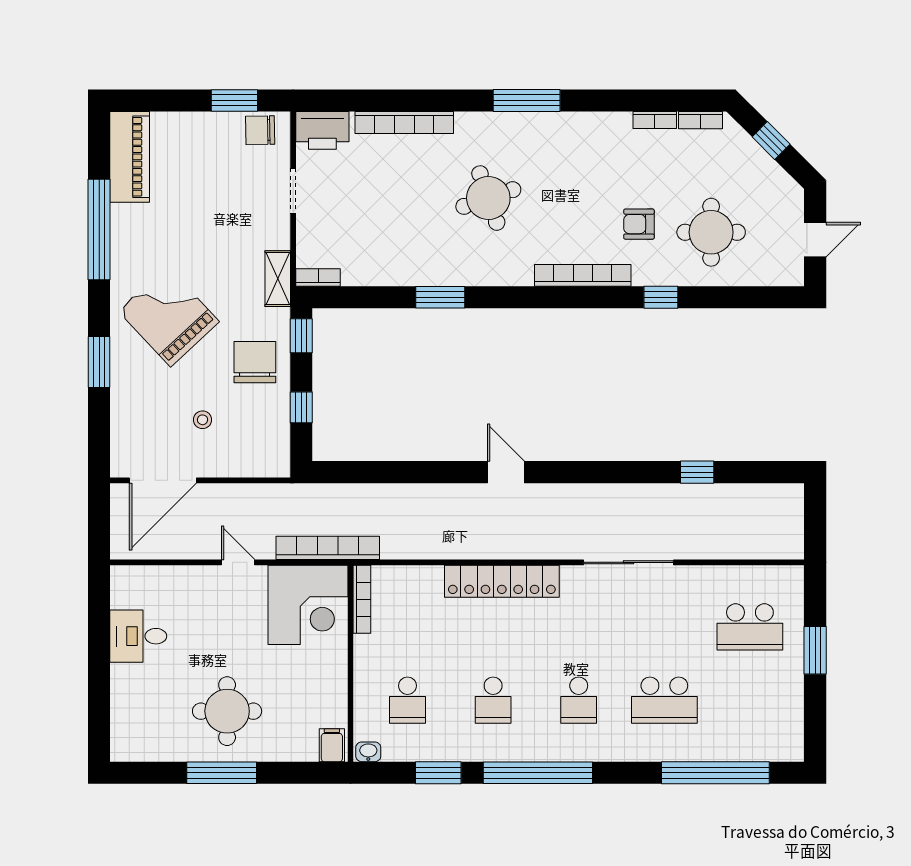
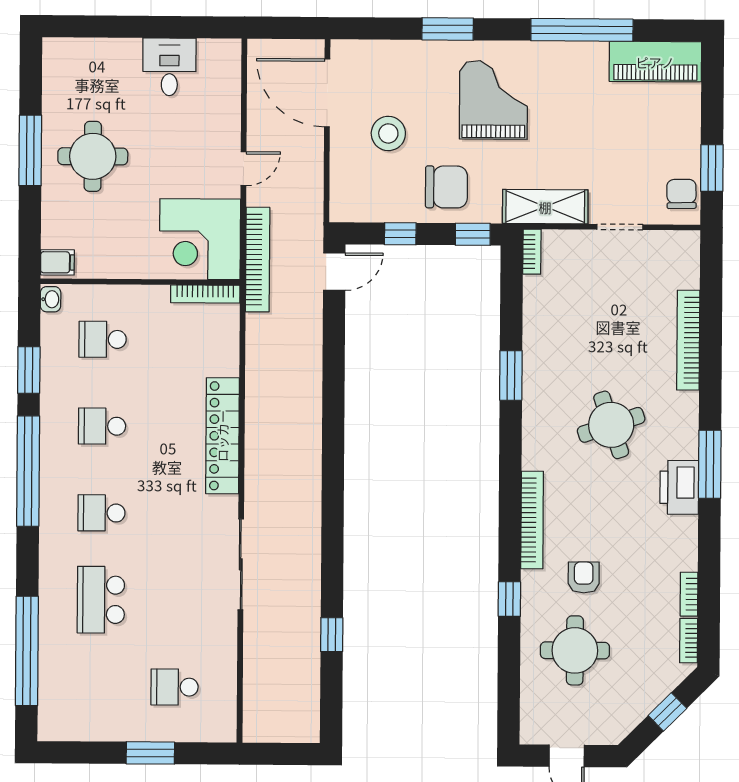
printer: (322, 130) -> (679, 487), moved
shelving: (278, 279) -> (545, 207), width x1.50, depth x1.33
grand piano: (169, 316) -> (494, 100), turned -47
stool: (203, 420) -> (388, 133), width x1.89, depth x1.89
door: (506, 472) -> (334, 272), moved
school desk: (750, 627) -> (175, 687), width x0.54

